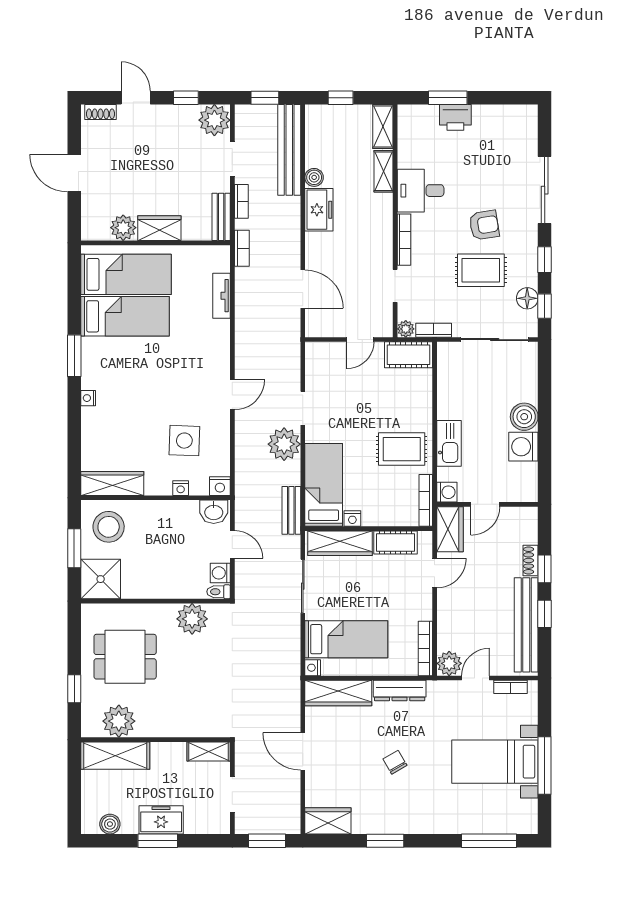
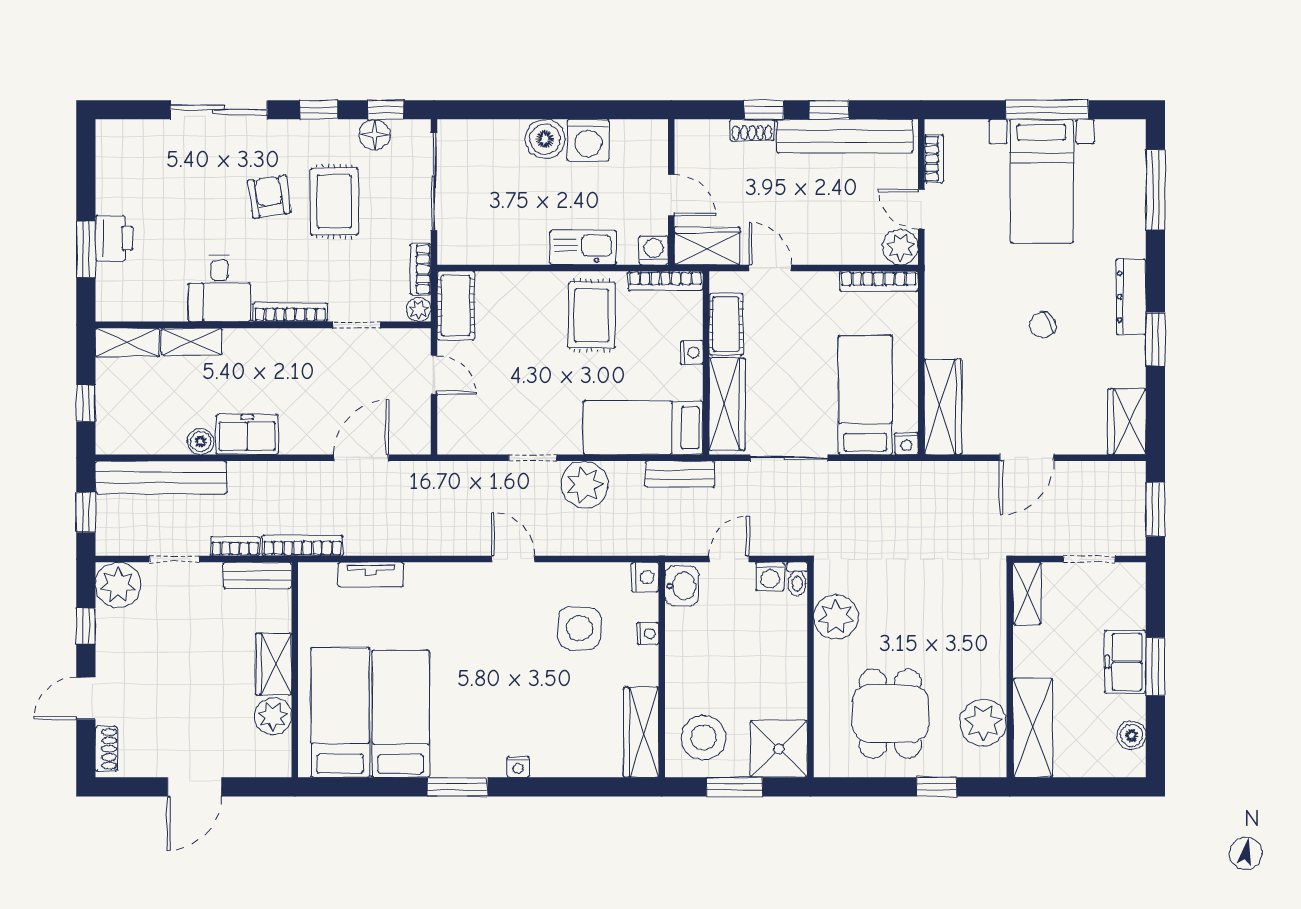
bookcase: (242, 248) -> (303, 546), width x1.56
nightstand: (352, 519) -> (692, 352), moved
dresser: (400, 691) -> (1131, 297), moved, turned 180

